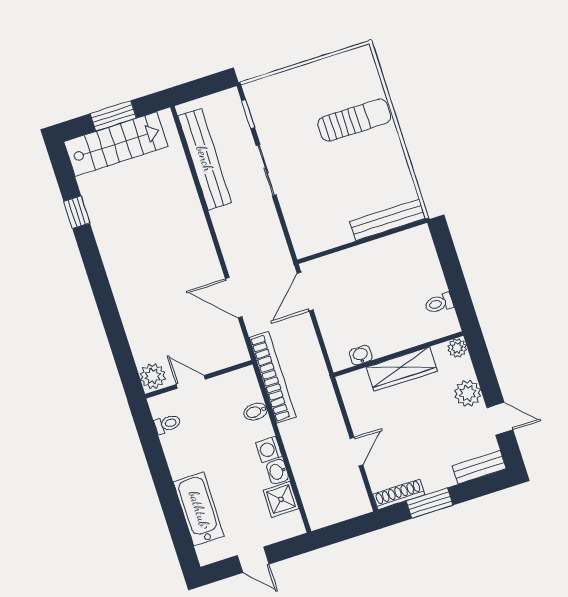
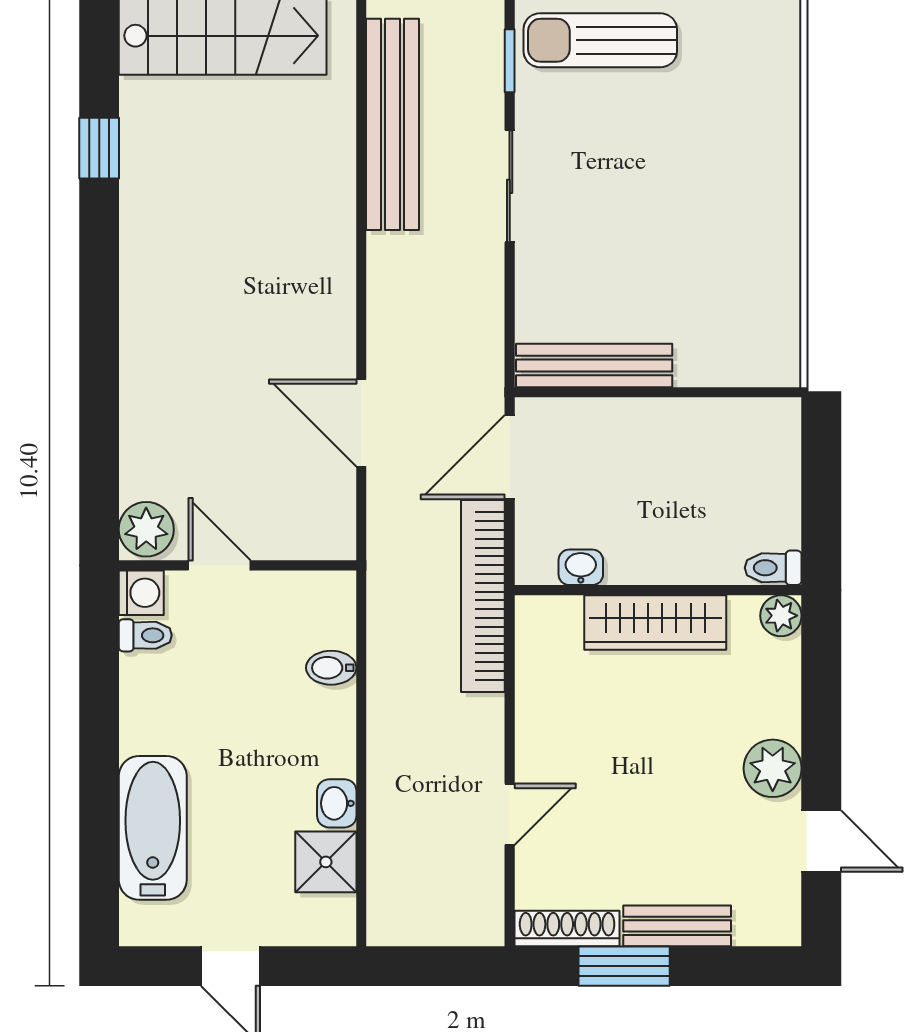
sun lounger: (354, 120) -> (600, 40), moved, turned 180
bench: (388, 220) -> (594, 365), moved
plant: (457, 348) -> (781, 616), moved
wall: (398, 354) -> (658, 590), moved
washbasin: (361, 355) -> (581, 567), moved
wardrobe: (402, 369) -> (655, 622), moved
bookcase: (273, 377) -> (483, 596), moved, turned 180
washing machine: (269, 449) -> (141, 593), moved, turned 180
bench: (479, 467) -> (677, 926), moved

